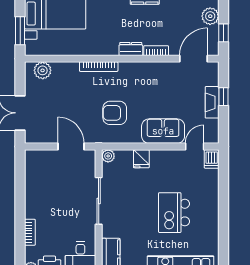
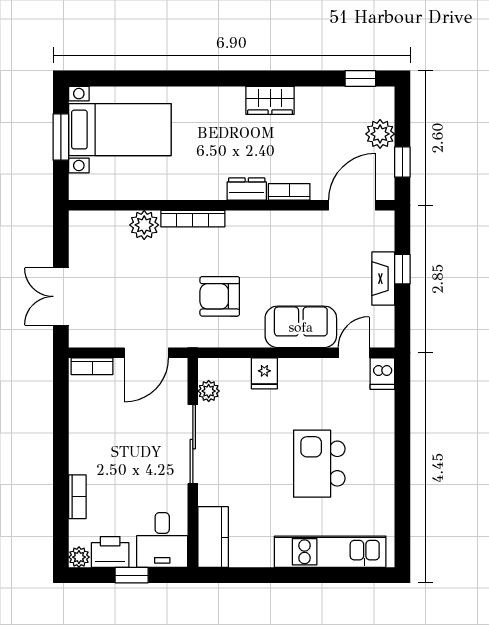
window: (20, 31) -> (61, 137), moved
plant: (43, 70) -> (144, 225), moved
door: (71, 147) -> (146, 353), swing flipped
bookcase: (39, 155) -> (92, 366), added
plant: (108, 156) -> (209, 391), moved

